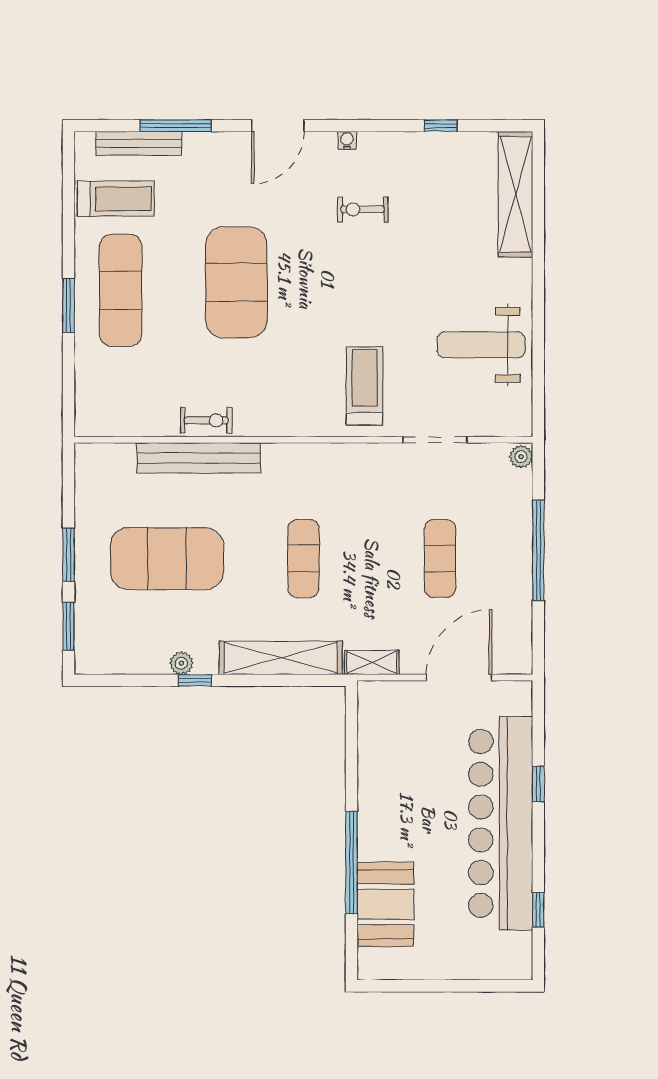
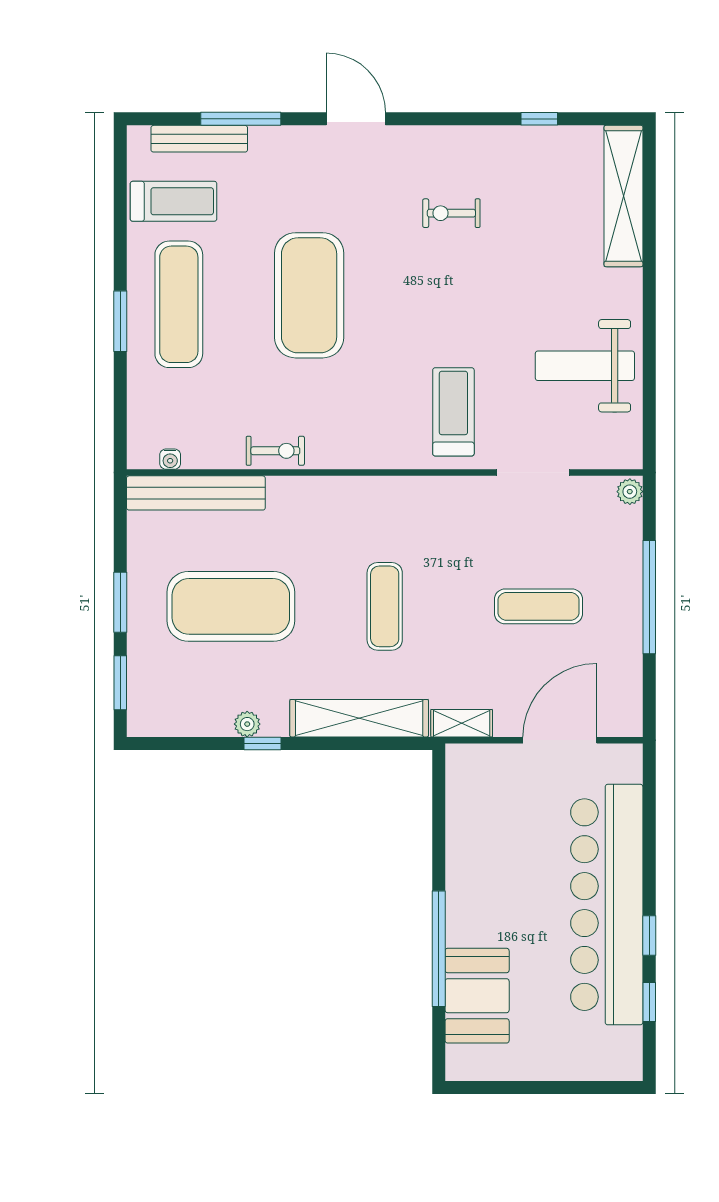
door: (278, 126) -> (356, 119), swing flipped
water cooler: (347, 140) -> (170, 459), moved, turned 180
bench: (199, 458) -> (196, 493), moved
exercise mat: (440, 559) -> (538, 606), turned 90
window: (538, 784) -> (649, 935), moved

